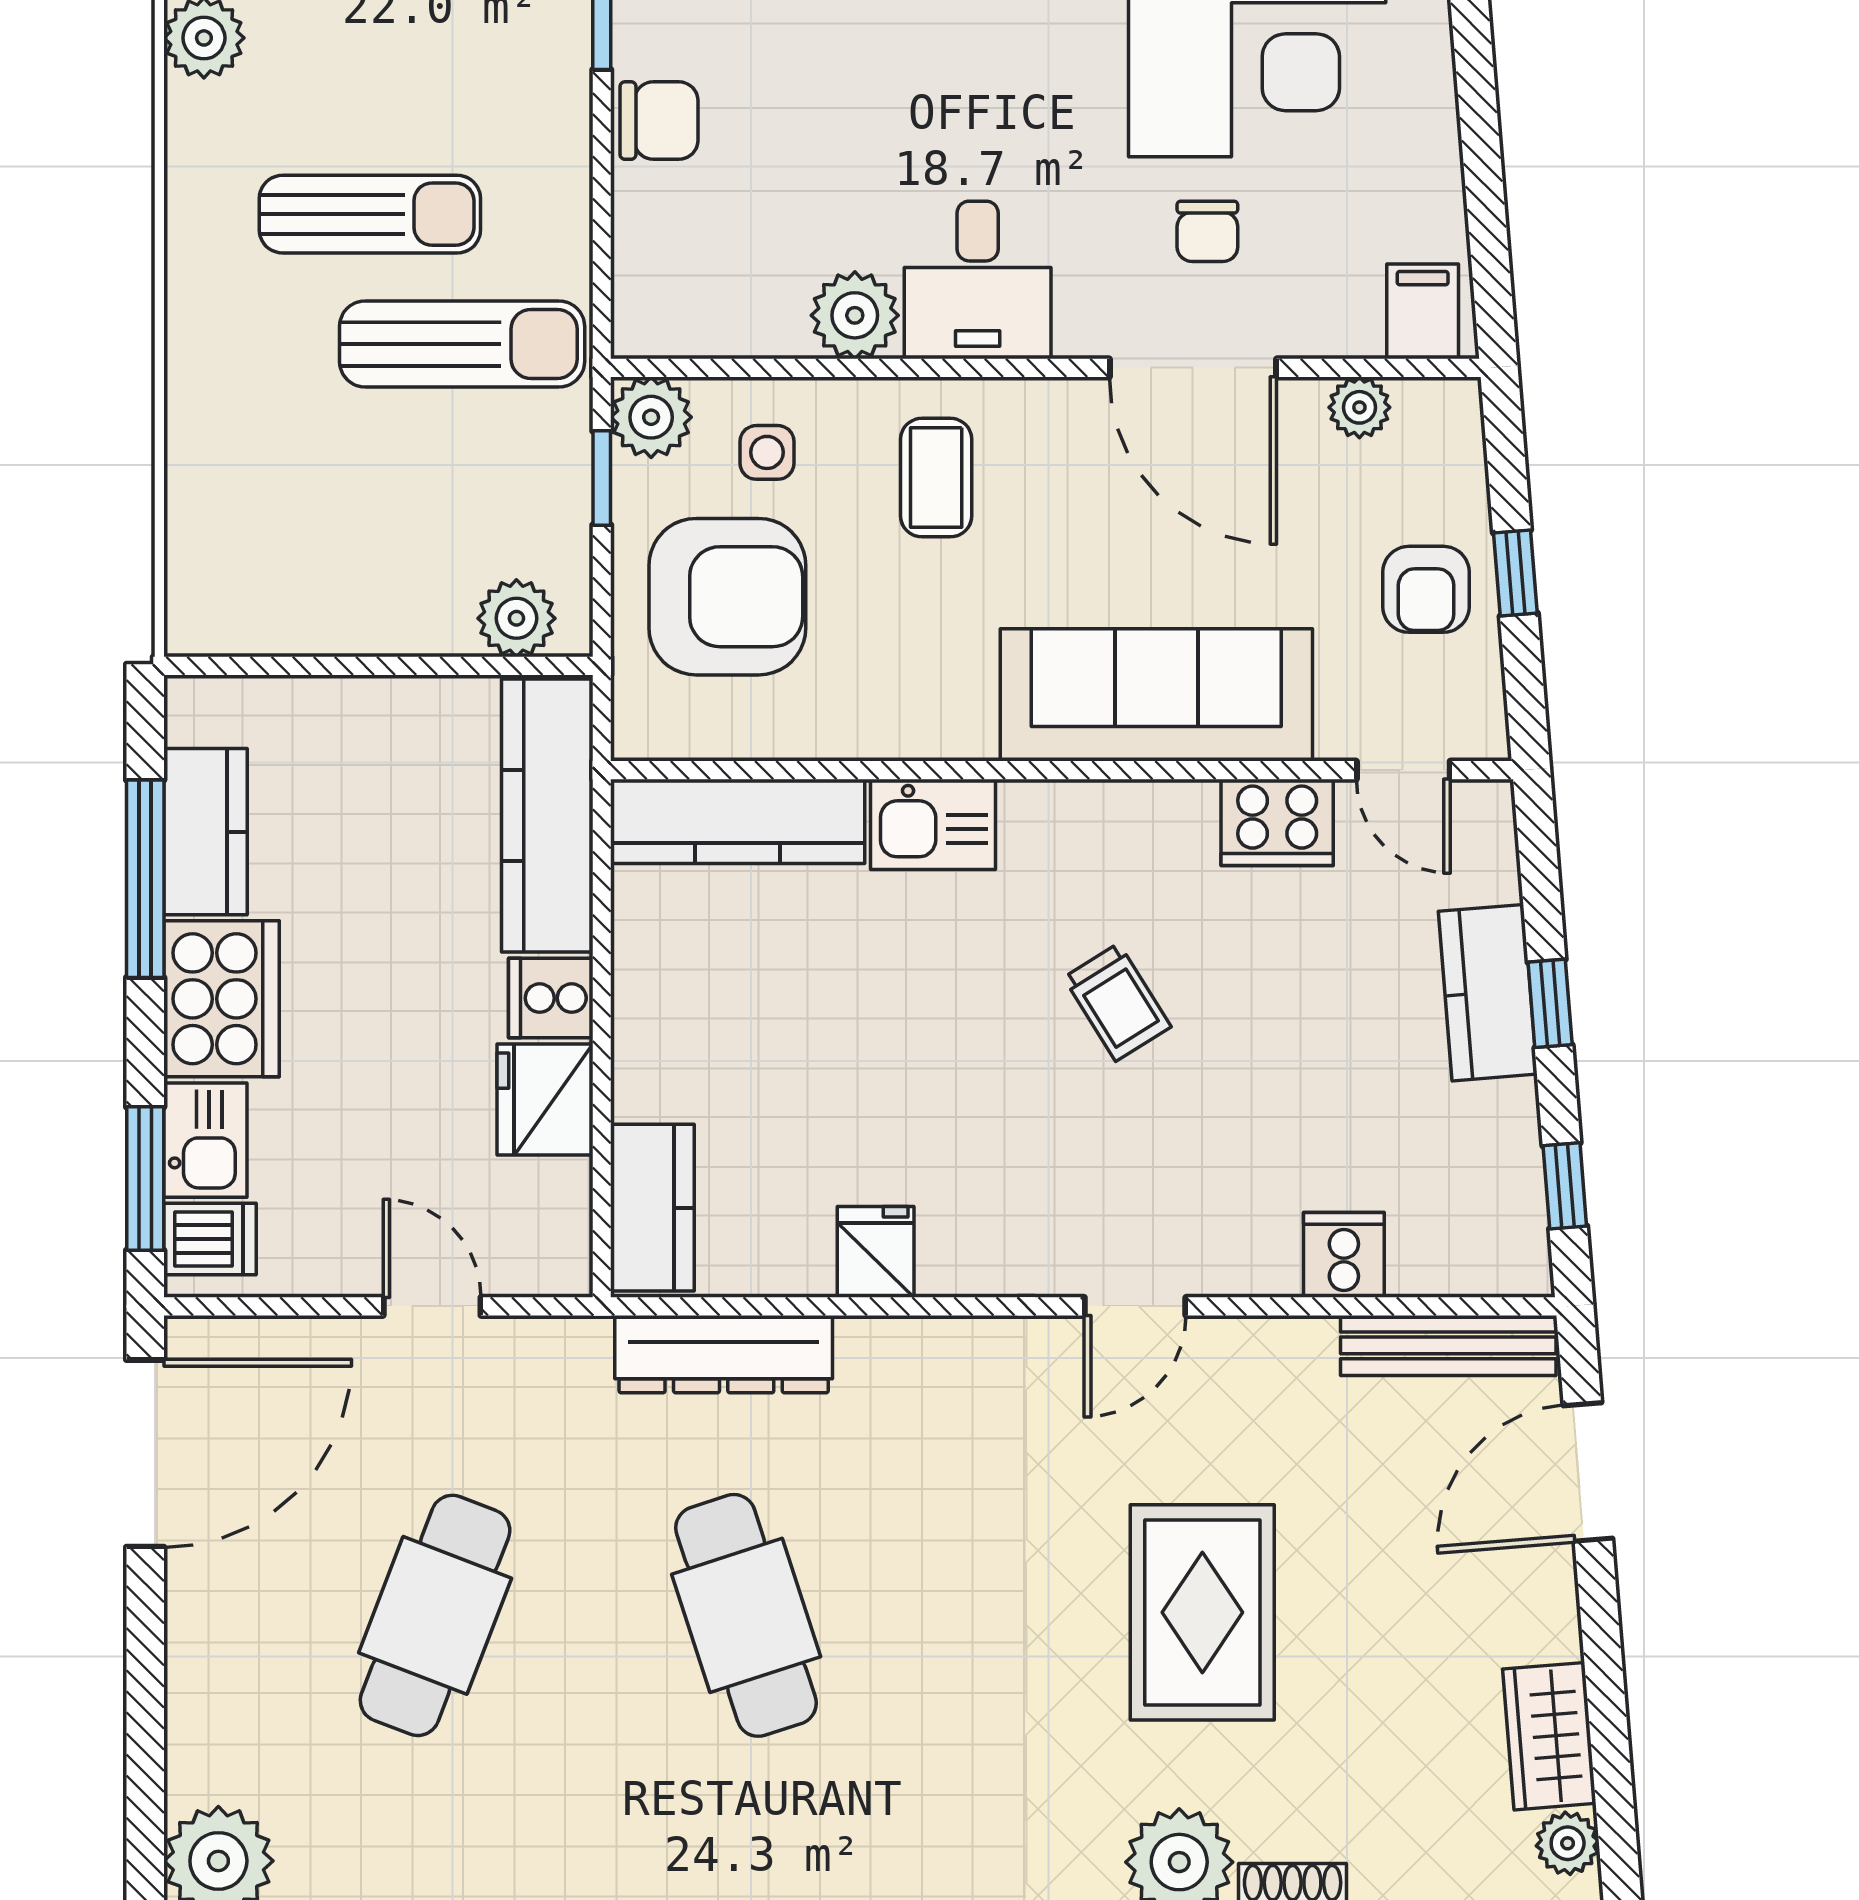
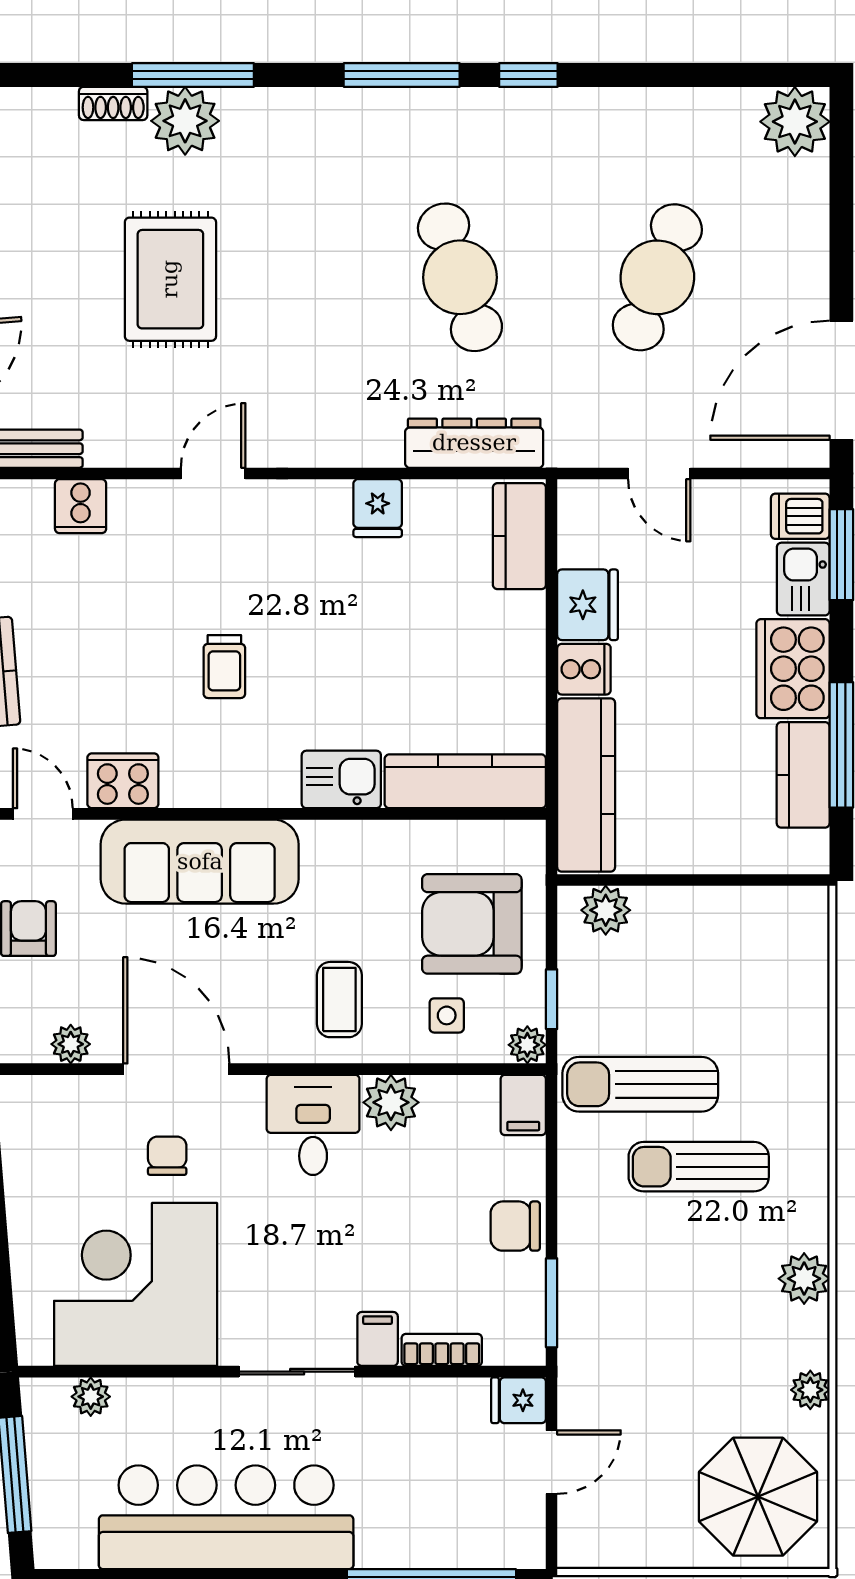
filing cabinet: (1423, 311) -> (523, 1105), moved
plant: (651, 417) -> (527, 1045), width x0.73, depth x0.73
trolley: (1117, 1002) -> (224, 667), turned -148

